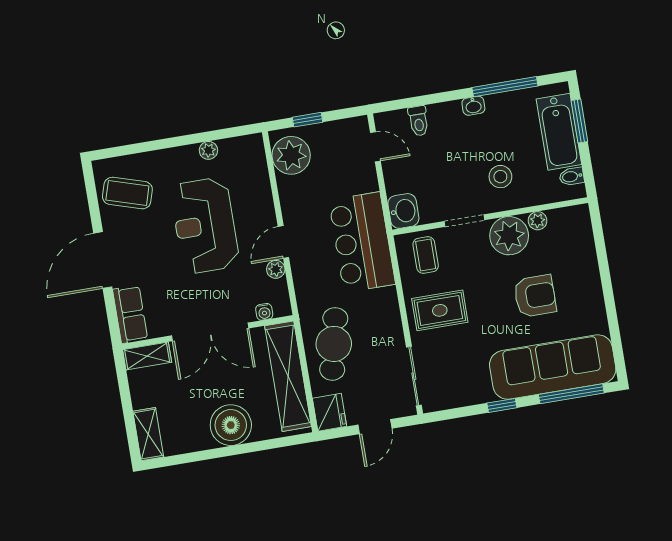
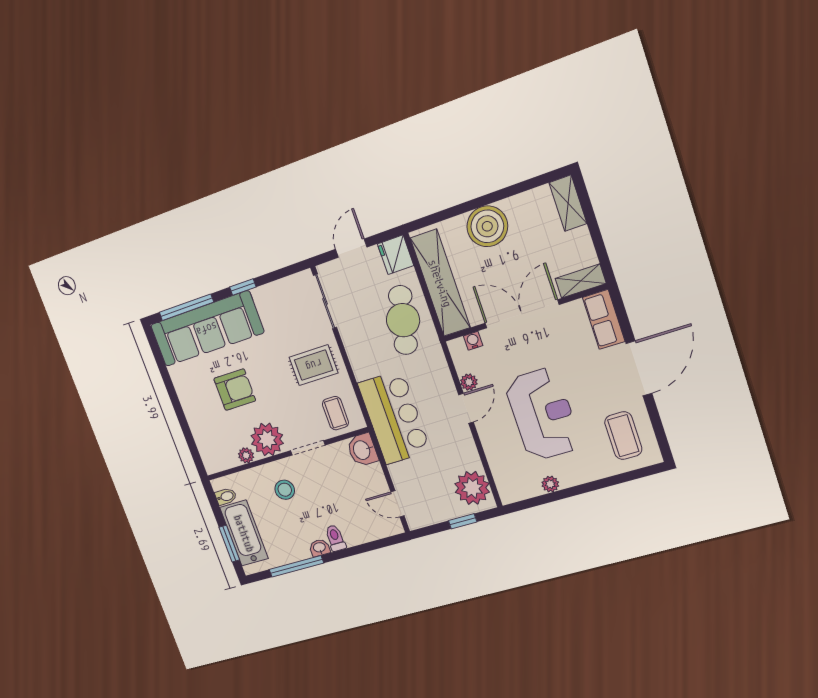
toilet: (418, 121) -> (335, 538), moved
coffee table: (127, 193) -> (623, 436), turned 73
armchair: (535, 296) -> (235, 390), turned 180

